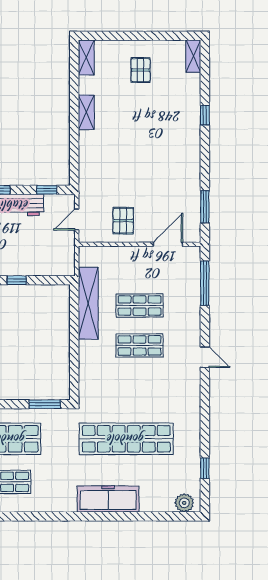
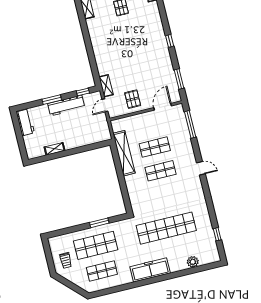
shelving: (86, 112) -> (106, 86), moved
window: (205, 115) -> (170, 41), moved
window: (17, 280) -> (78, 150), removed
window: (45, 404) -> (99, 223), moved
freezer: (108, 499) -> (150, 270), moved
plant: (184, 503) -> (193, 262), moved

